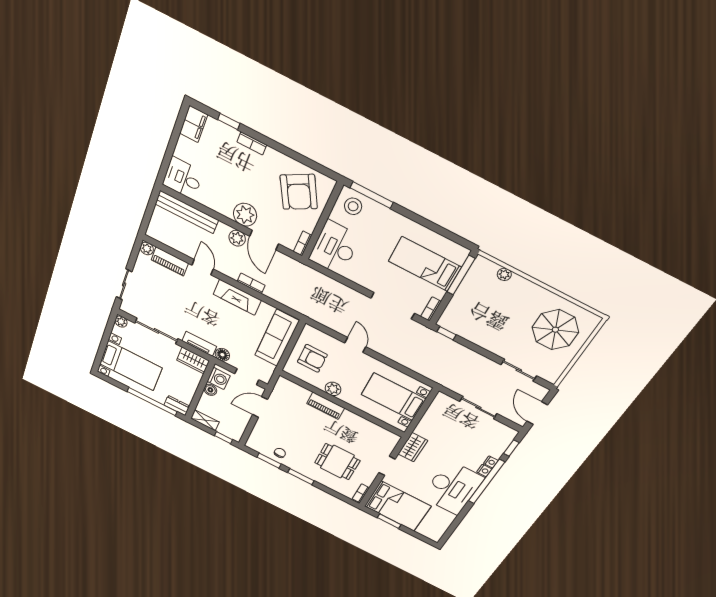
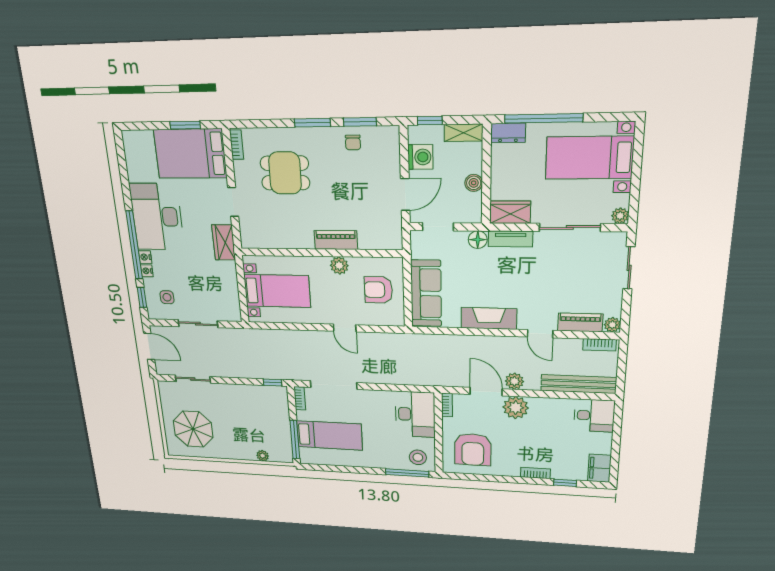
armchair: (299, 192) -> (473, 450), turned -151
bookcase: (251, 283) -> (599, 345), moved
washing machine: (219, 378) -> (420, 157), moved, turned 180
side table: (489, 438) -> (167, 297), added

